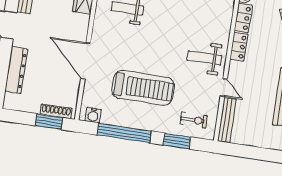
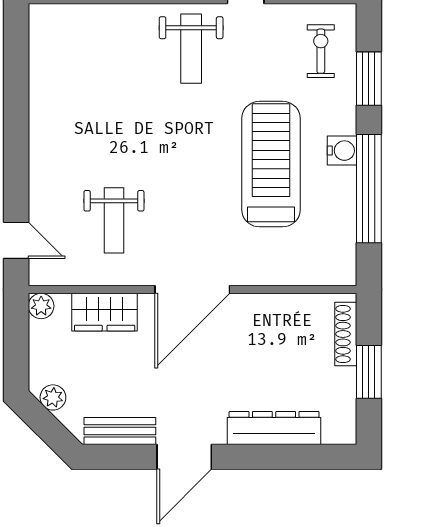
door: (86, 61) -> (192, 290), moved
water cooler: (93, 115) -> (342, 151), moved
window: (49, 122) -> (369, 372), moved

